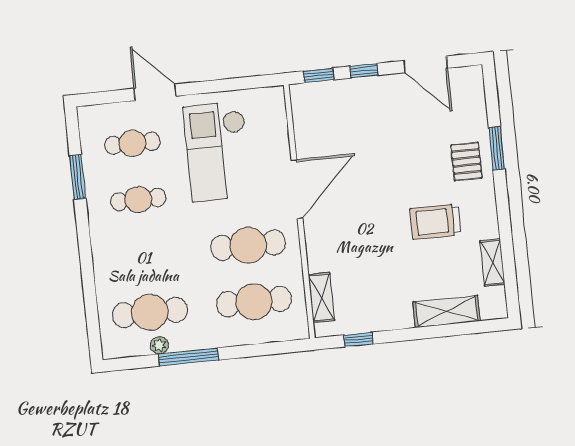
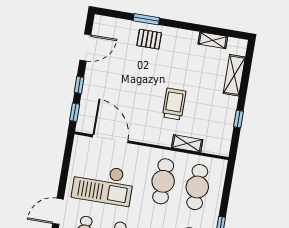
door: (297, 189) -> (110, 139), moved
trolley: (436, 222) -> (174, 104), moved, turned 180
shelving: (321, 297) -> (187, 144), moved
window: (358, 339) -> (239, 119), moved

